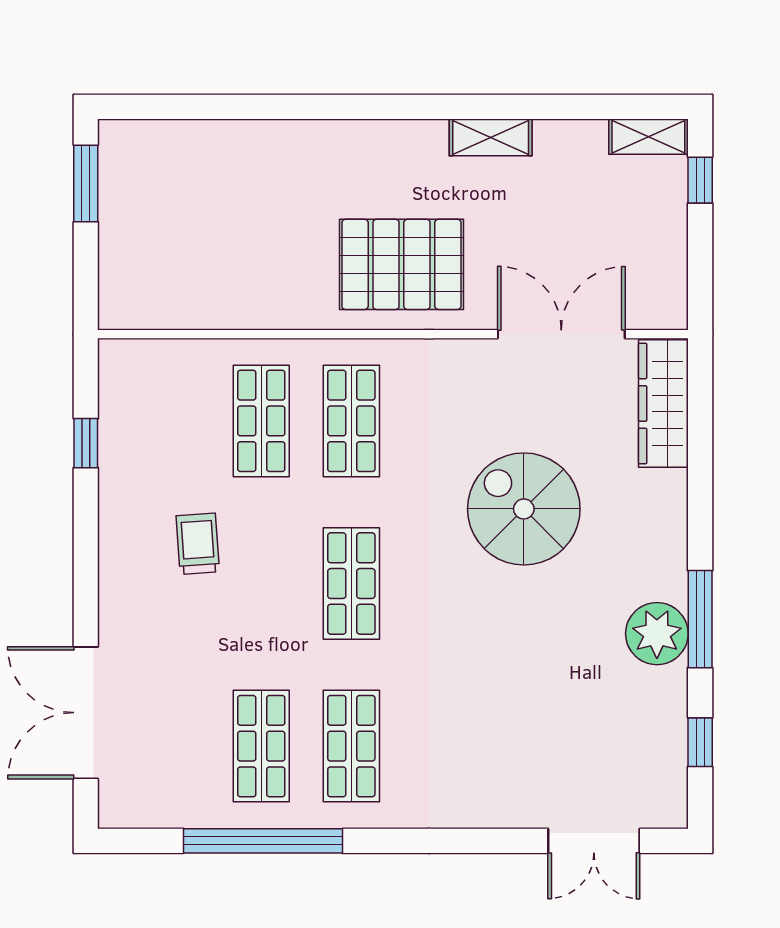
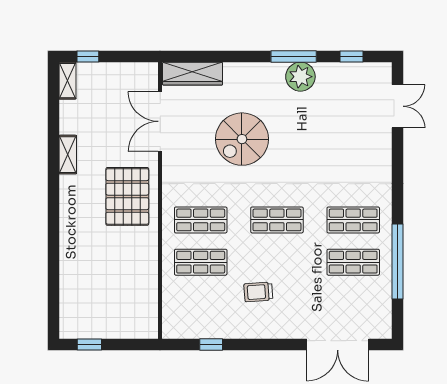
window: (86, 184) -> (89, 344), width x0.67

